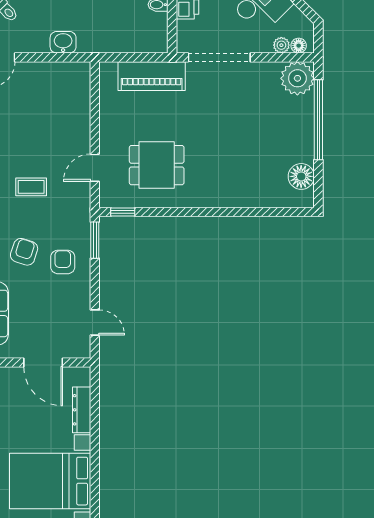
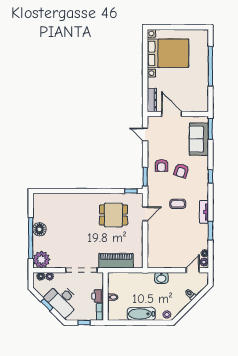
floor lamp: (301, 176) -> (39, 229), moved
dresser: (82, 410) -> (152, 100), moved

